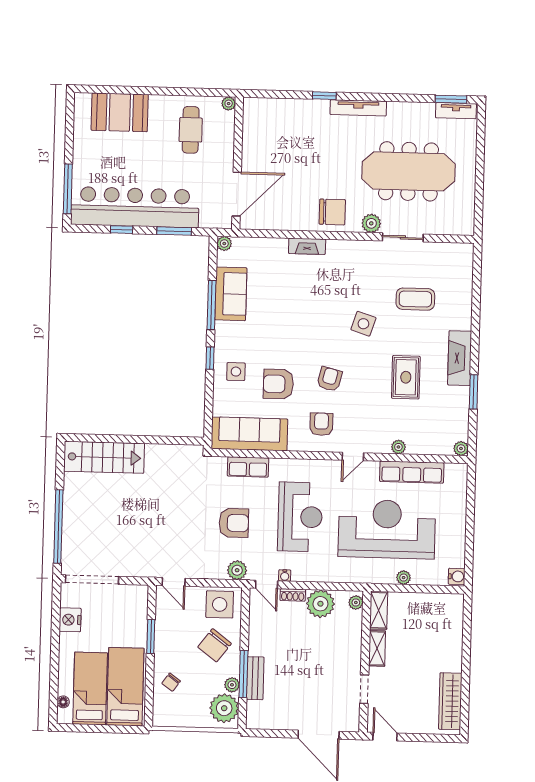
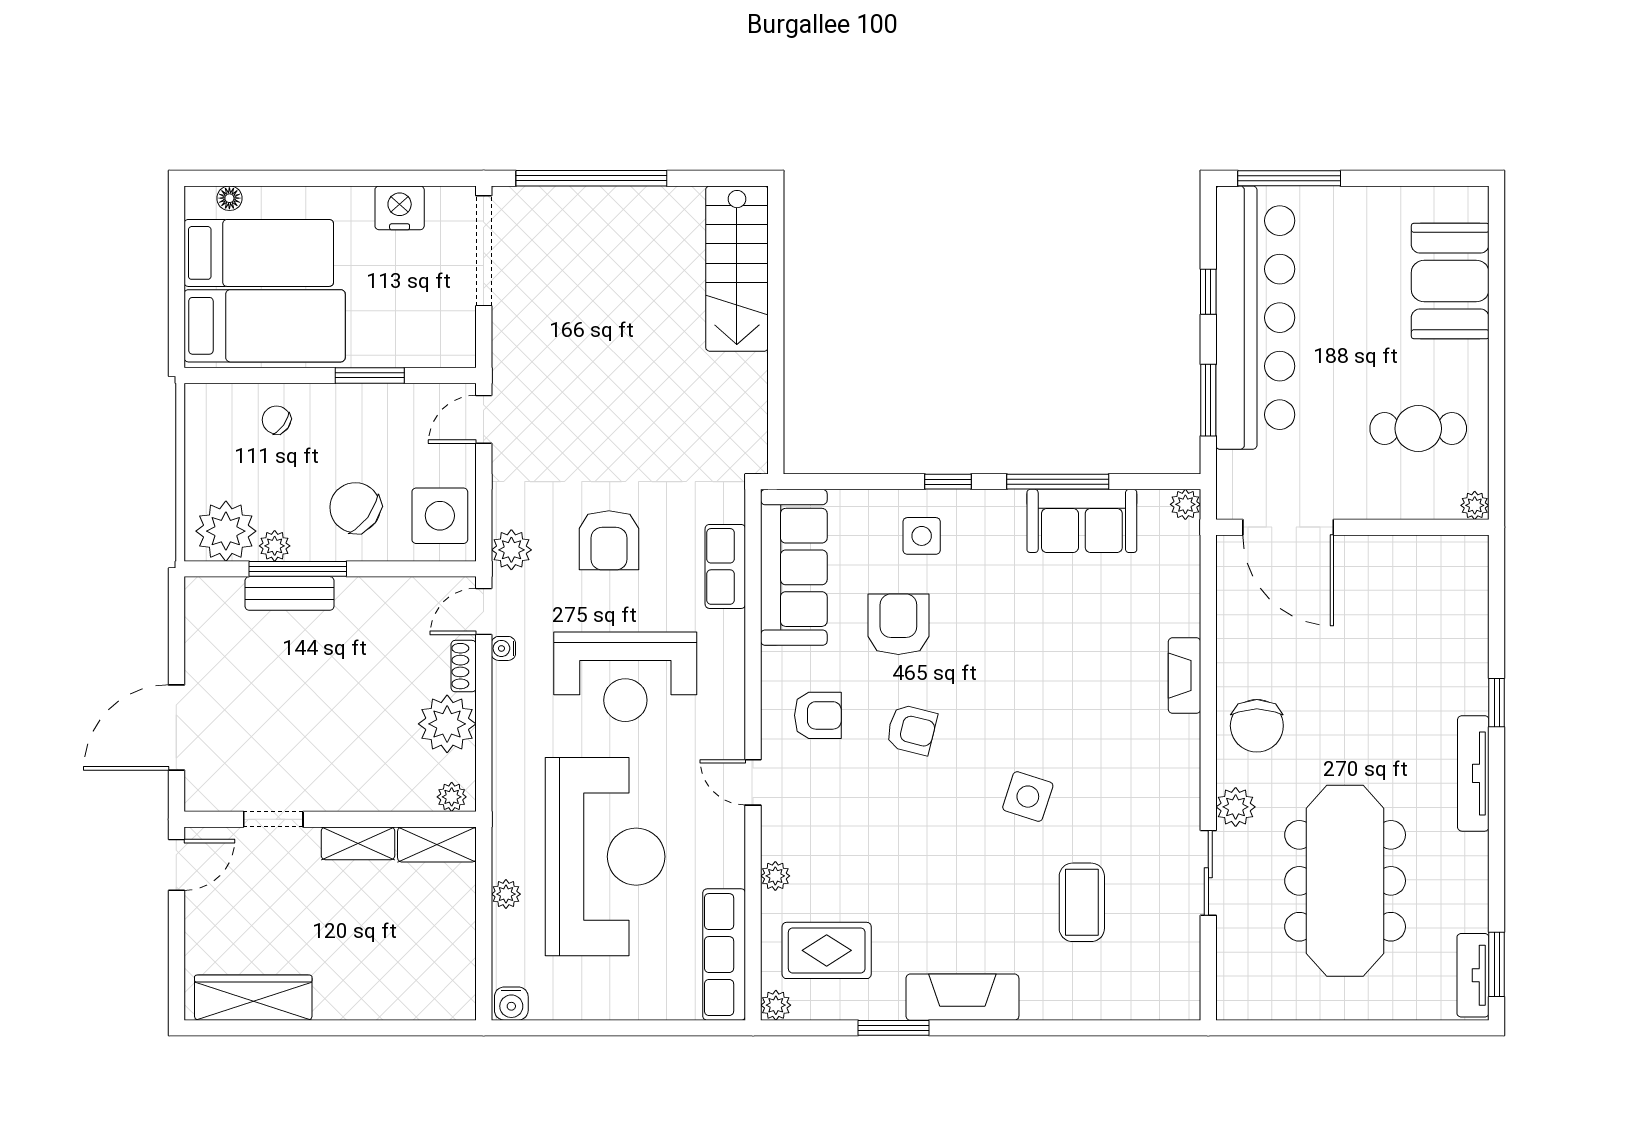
rug: (406, 377) -> (827, 950), moved
row of seats: (412, 472) -> (724, 955), moved

